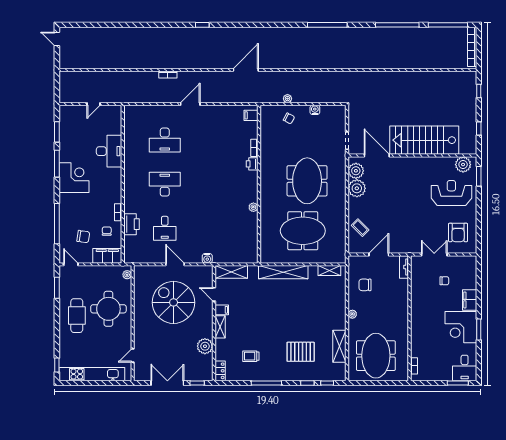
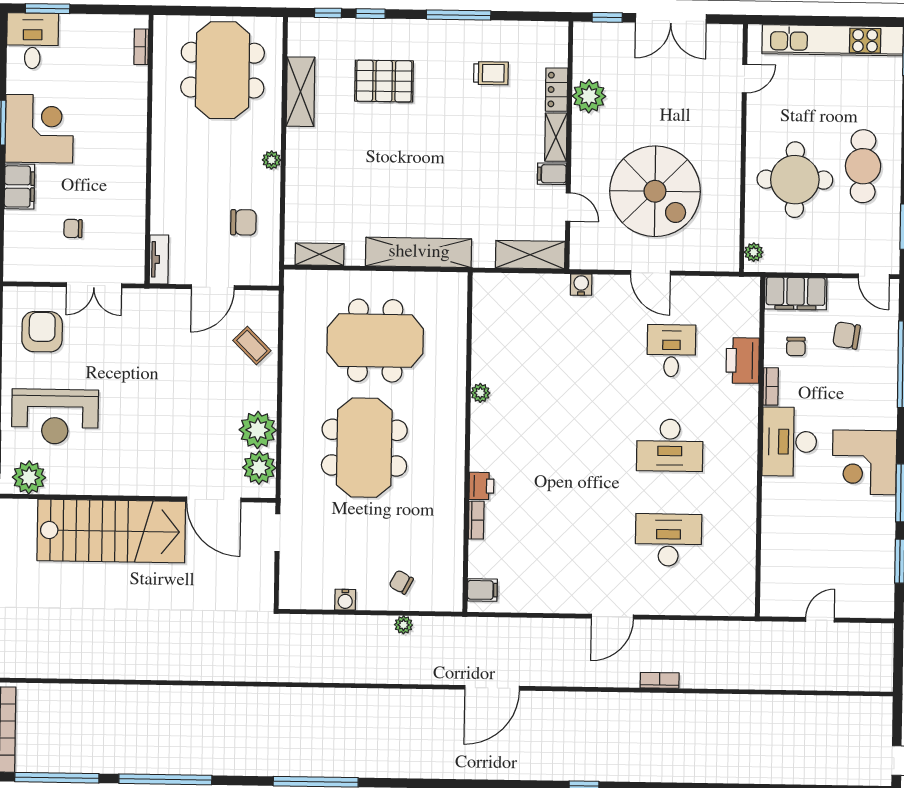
desk: (109, 151) -> (789, 442), moved
locker: (220, 371) -> (557, 90), moved

